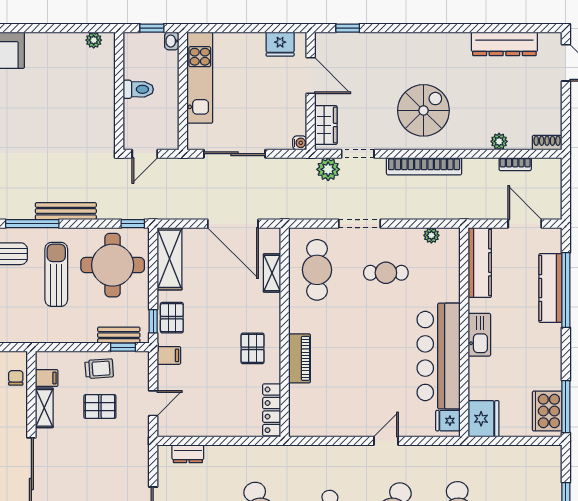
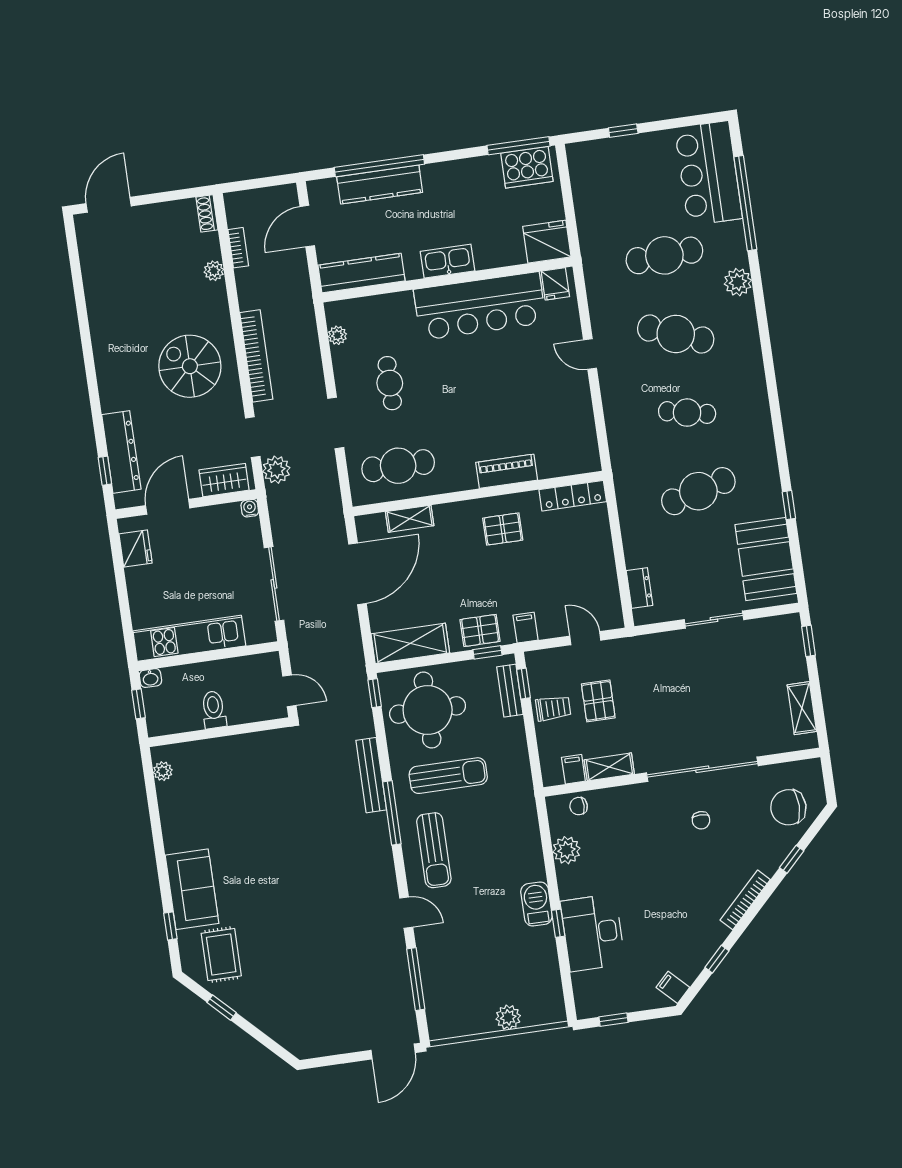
dresser: (504, 44) -> (121, 452), moved
sun lounger: (56, 274) -> (448, 776), turned 180
trolley: (99, 369) -> (553, 708), turned 94

